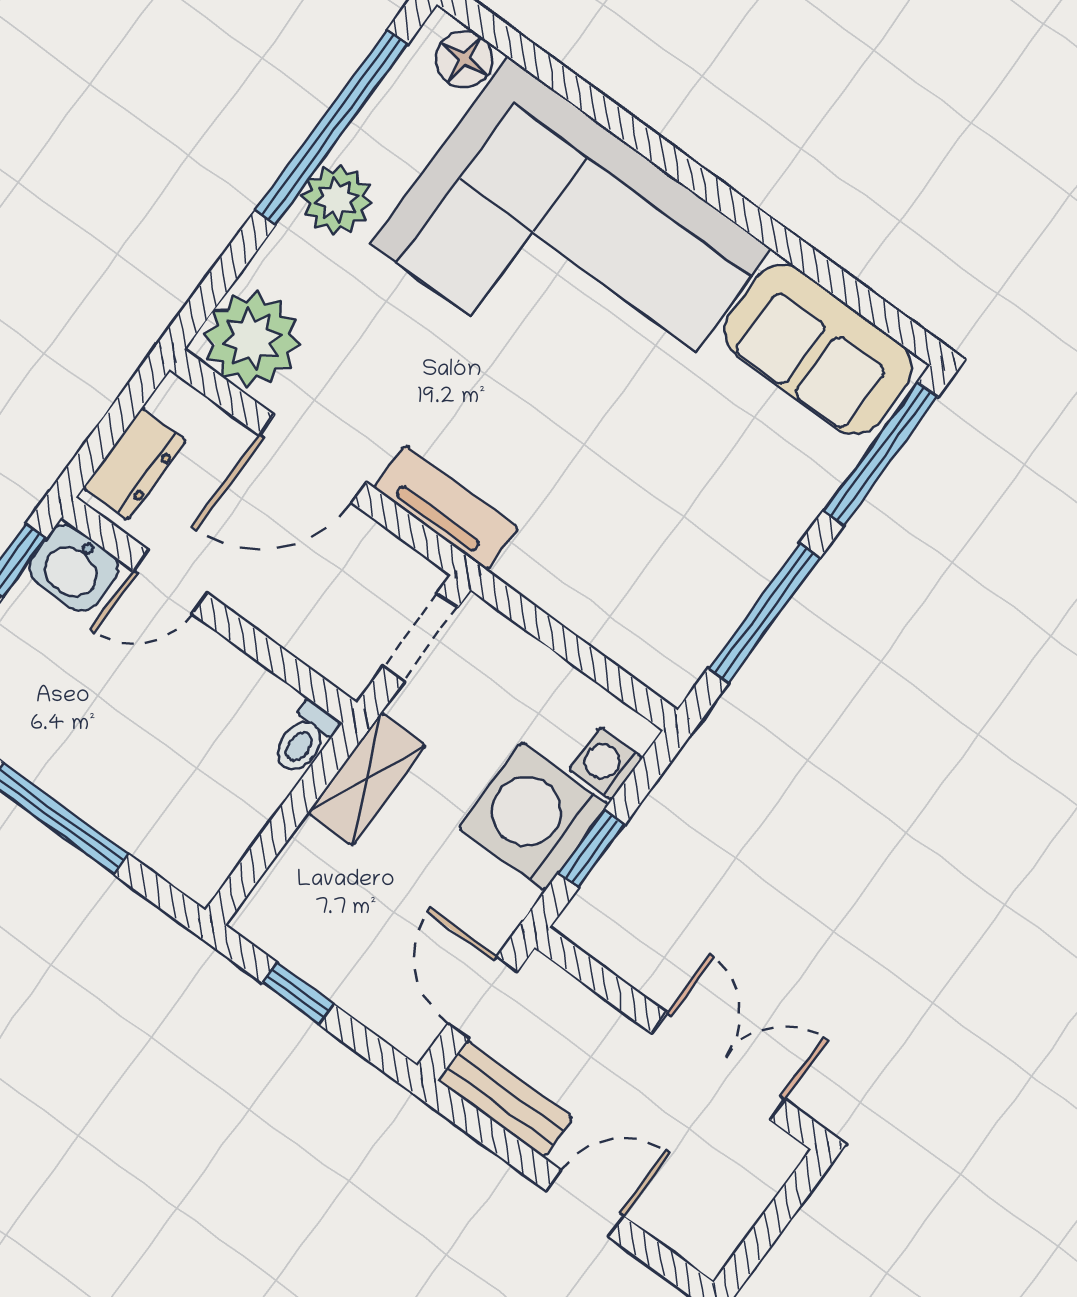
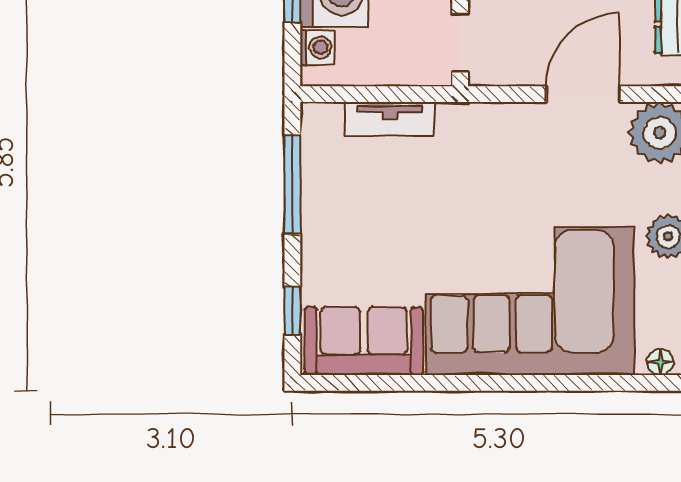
floor lamp: (464, 59) -> (660, 362), width x0.73, depth x0.73
window: (881, 454) -> (292, 311), width x0.46
tv unit: (446, 508) -> (390, 119), moved

